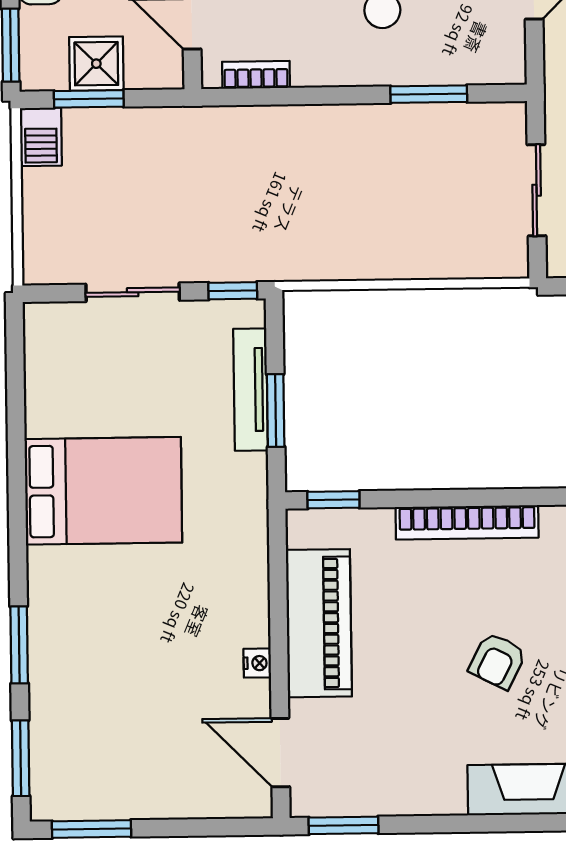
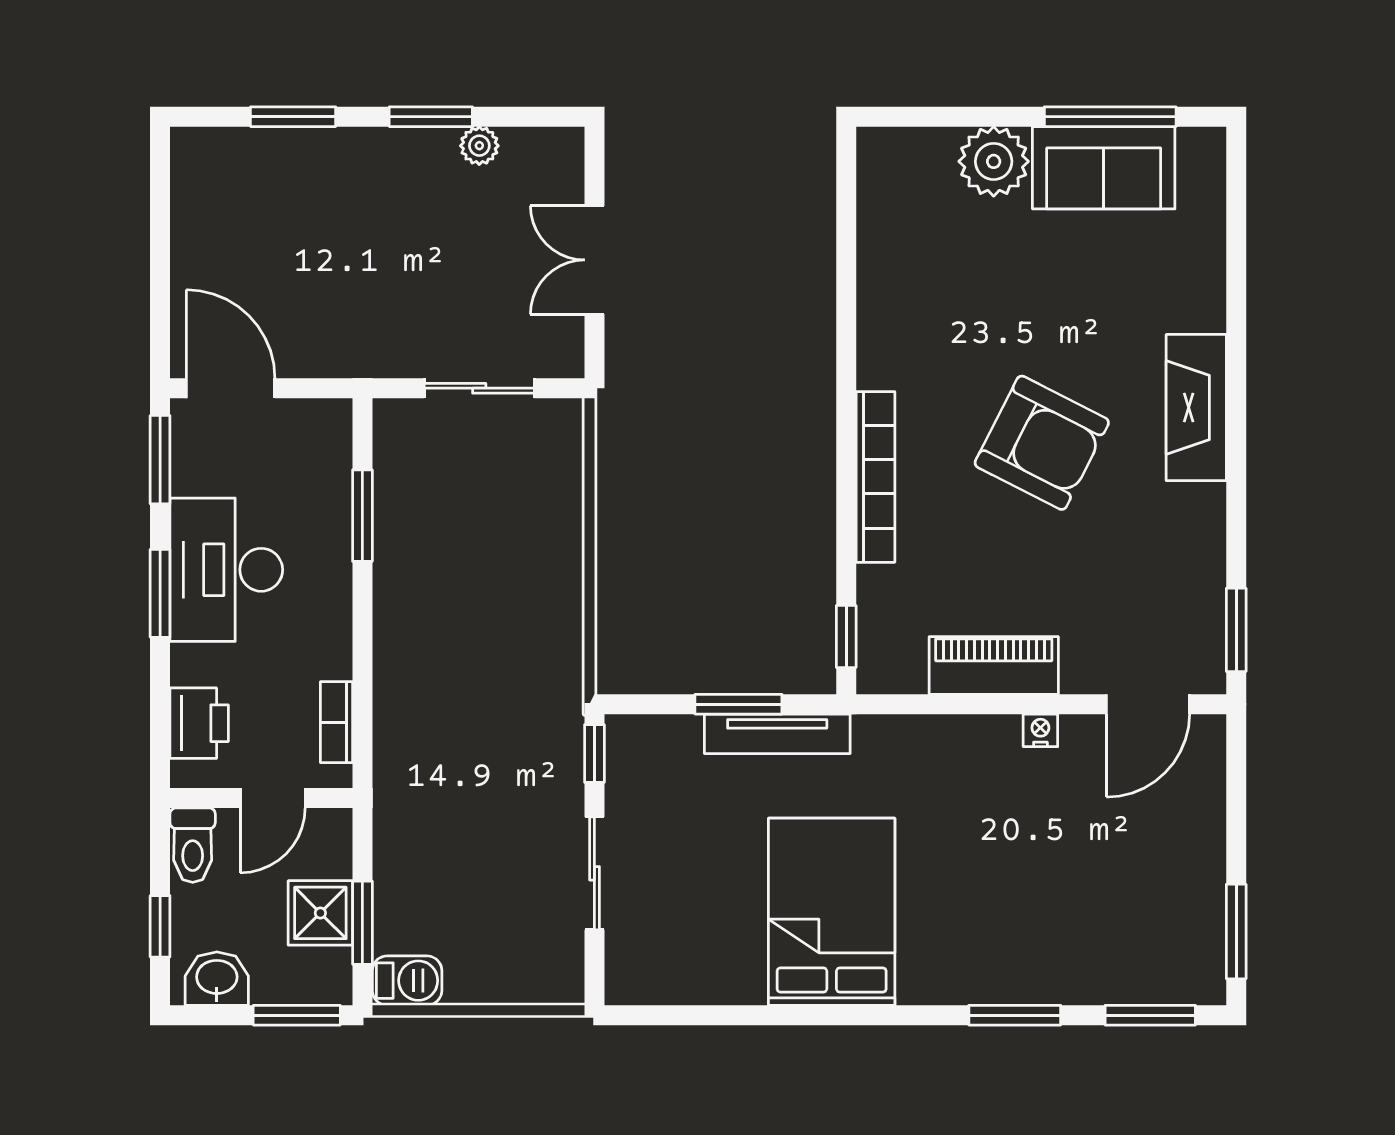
tv unit: (251, 390) -> (777, 734), moved
piano: (319, 623) -> (994, 665), width x0.73, depth x0.75
armchair: (498, 661) -> (1042, 443), width x1.88, depth x1.88

